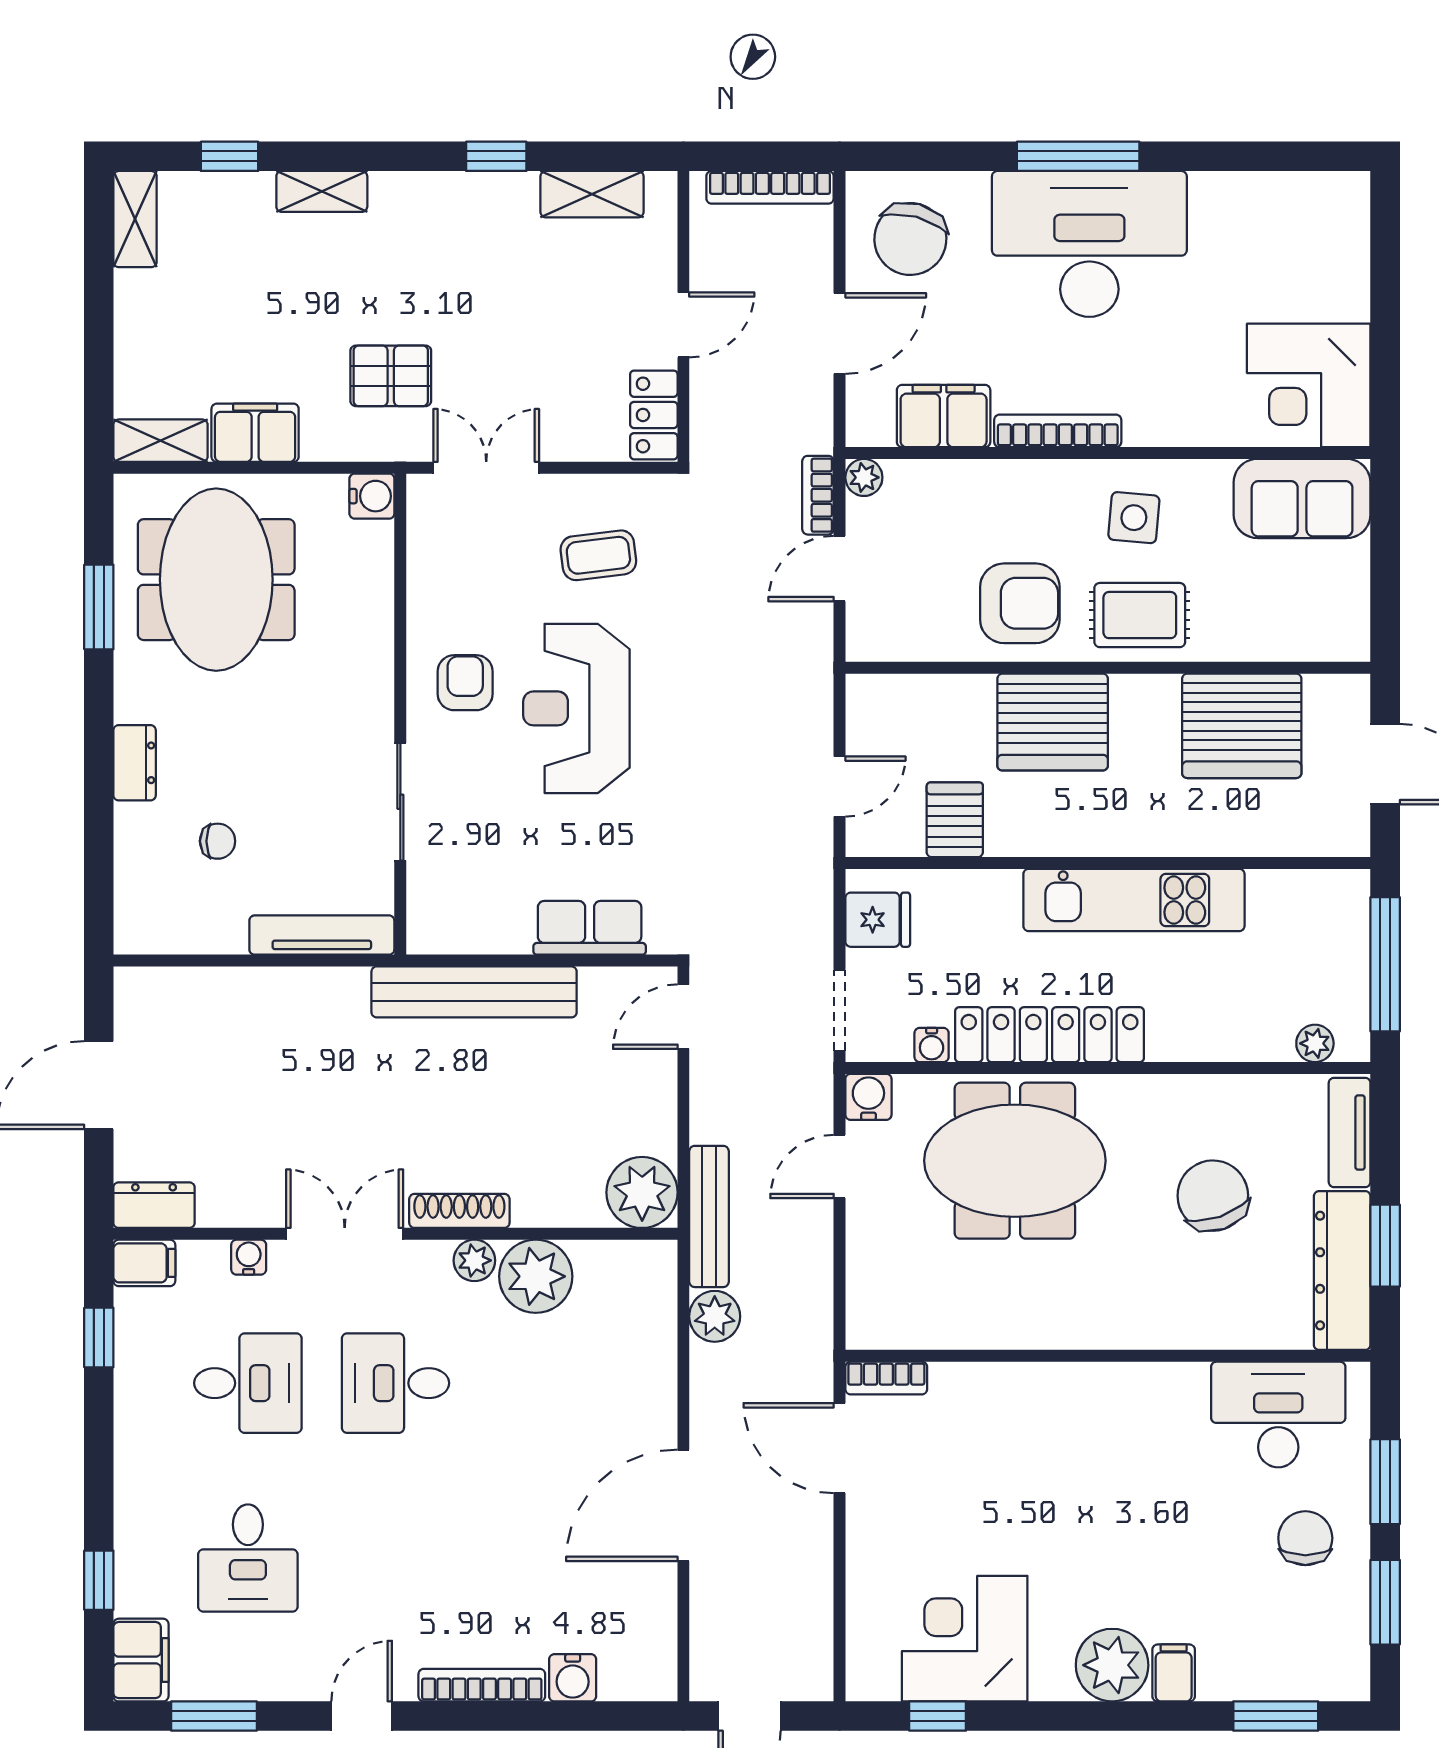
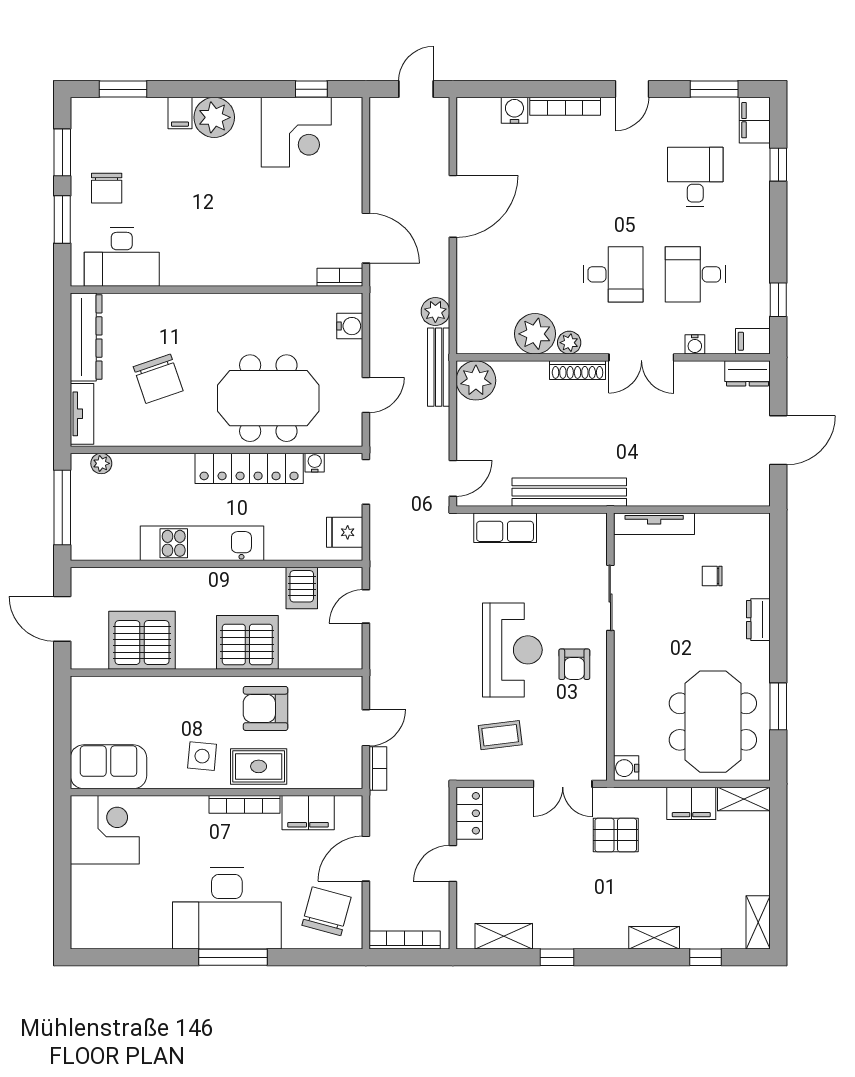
plant: (864, 477) -> (352, 778), removed
rug: (1140, 615) -> (259, 766), moved
water cooler: (868, 1097) -> (350, 326), moved, turned -90
window: (1385, 1246) -> (62, 351), removed

